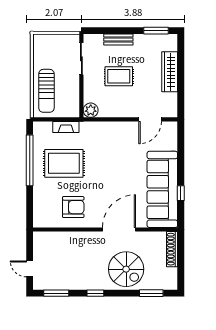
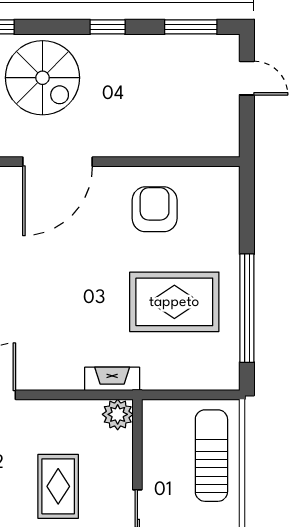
rug: (119, 76) -> (58, 486), turned 90
fireplace: (66, 127) -> (112, 379), moved
armchair: (73, 207) -> (155, 209), turned 90
spiral stairs: (126, 269) -> (43, 78), turned 180

